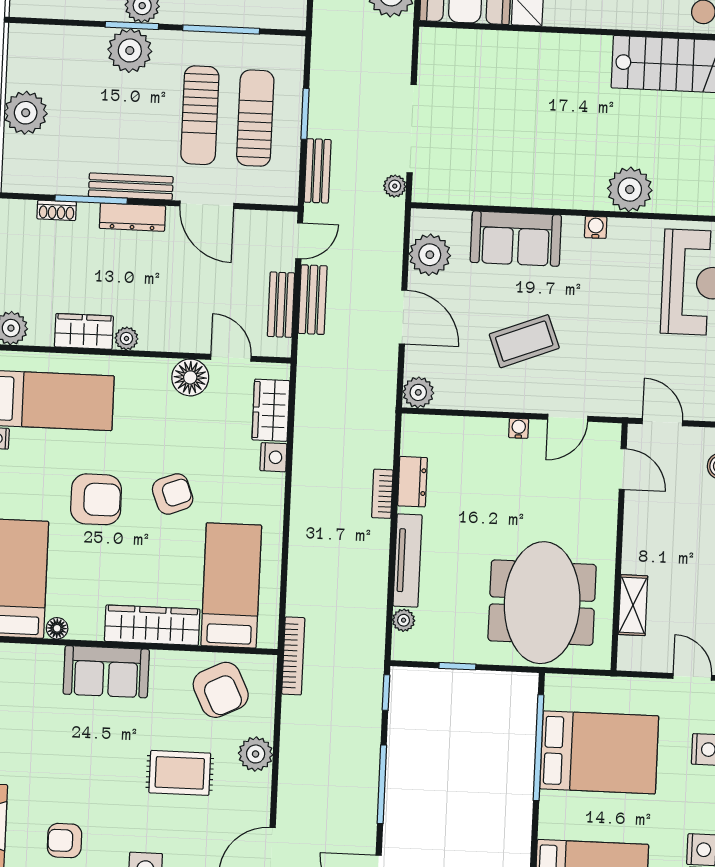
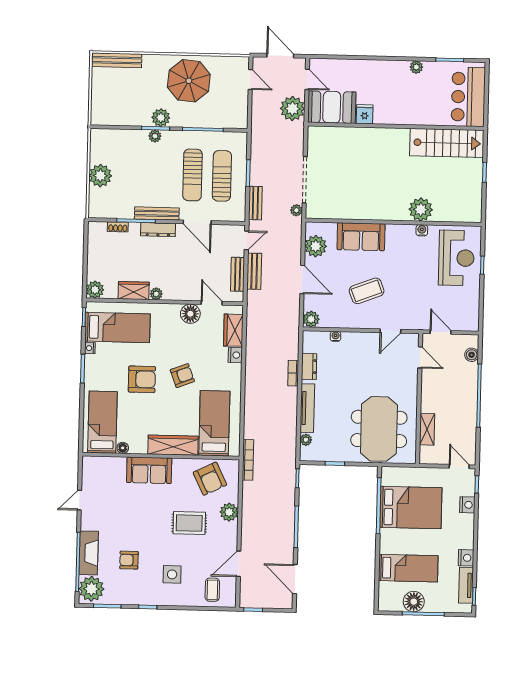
plant: (130, 50) -> (155, 136), width x0.53, depth x0.53
water cooler: (596, 227) -> (422, 230), moved
water cooler: (519, 428) -> (336, 336), moved

